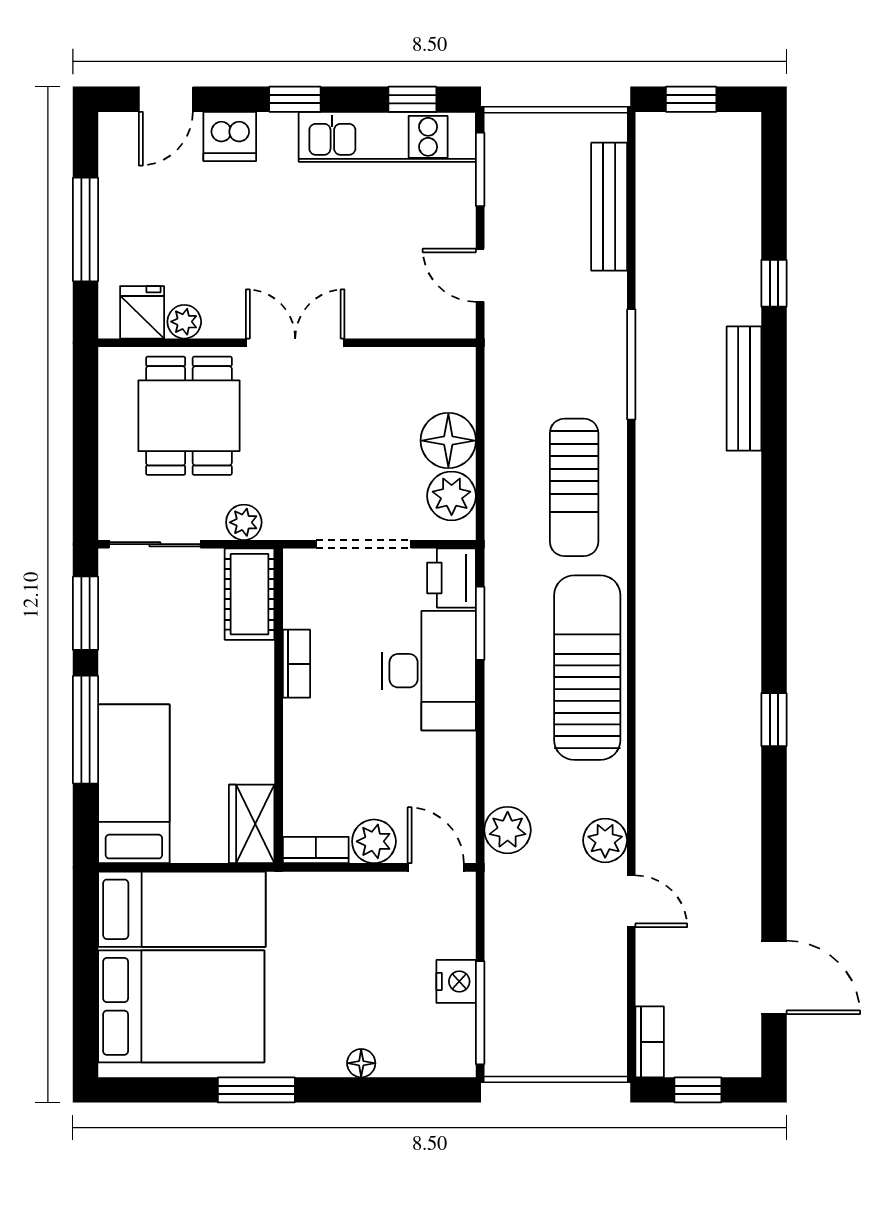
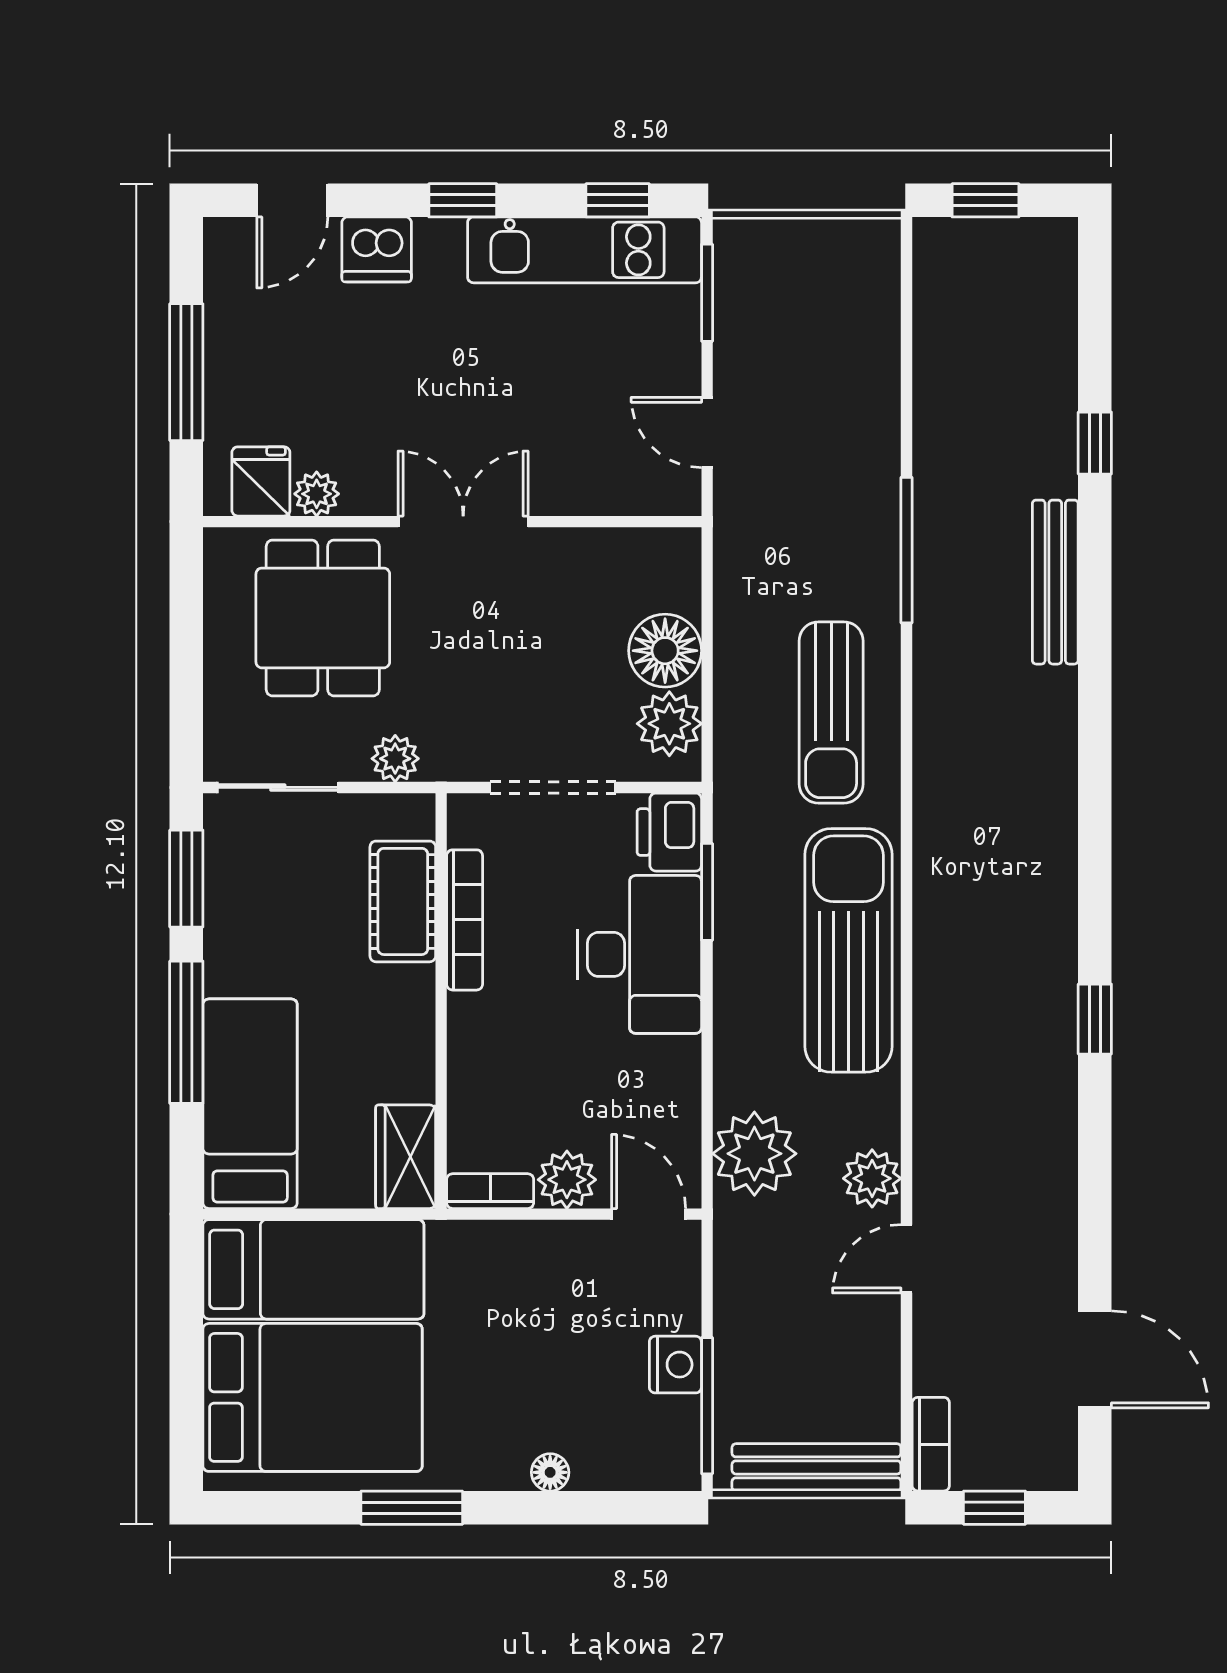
bench: (609, 207) -> (816, 1467), moved, turned 90
cot: (250, 594) -> (403, 901), moved
bookcase: (296, 664) -> (465, 920), width x1.56
plant: (508, 830) -> (754, 1154), width x1.36, depth x1.36
door: (631, 901) -> (906, 1259), swing flipped

